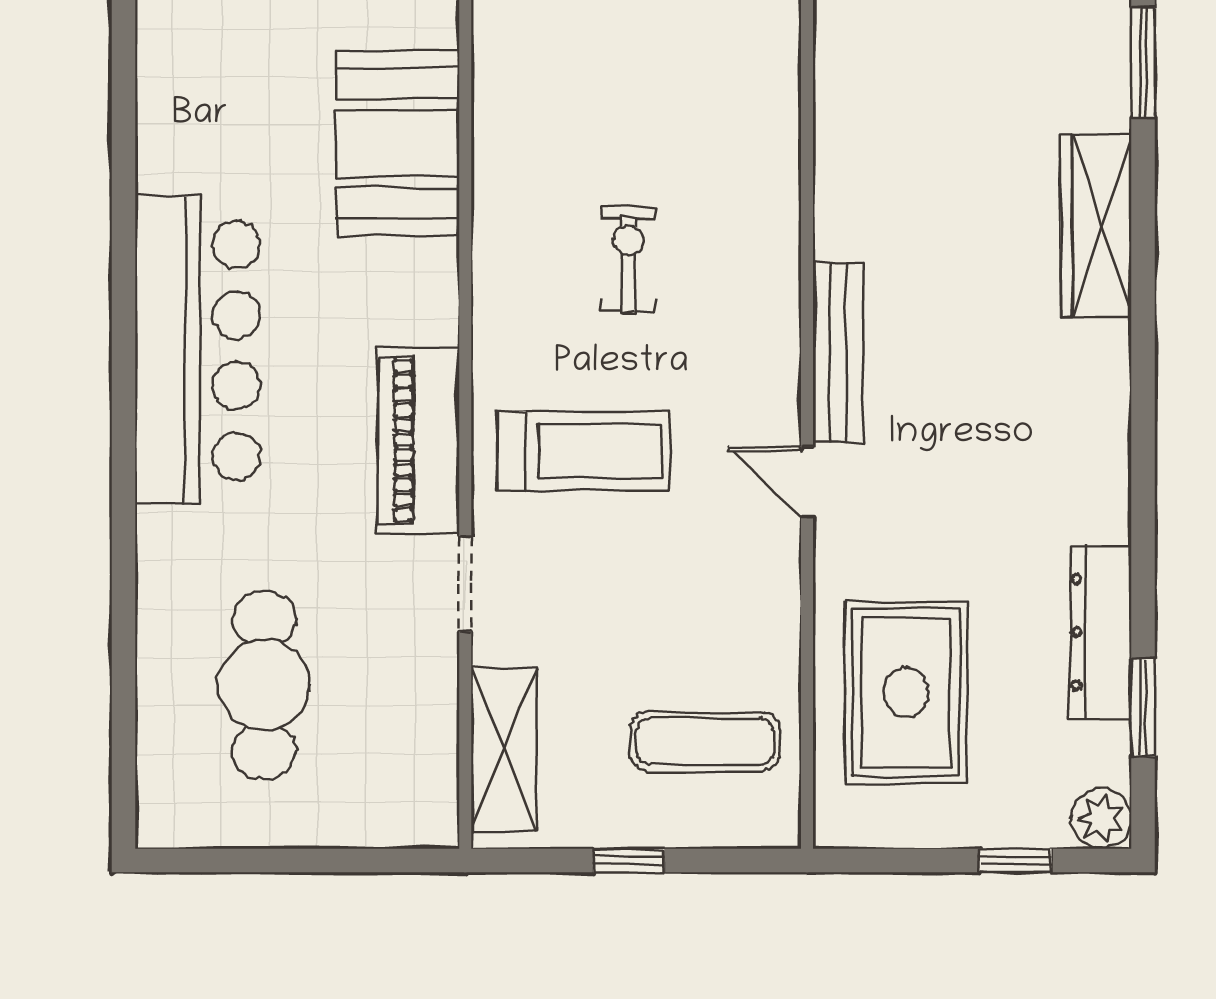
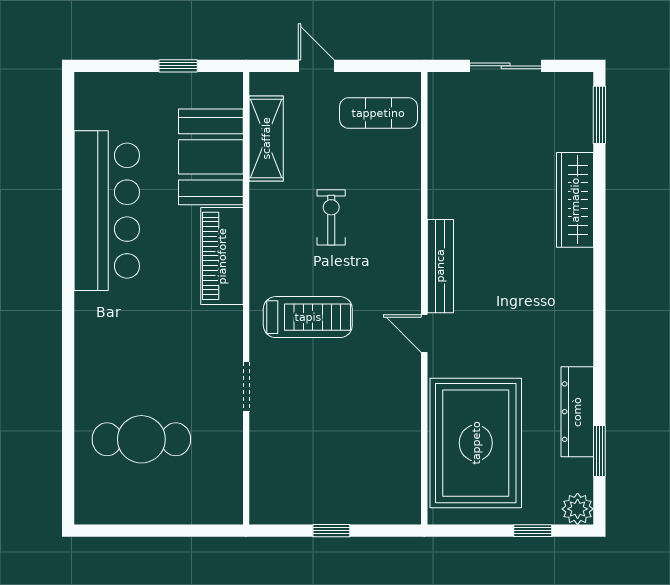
bar counter: (198, 350) -> (107, 211), moved
piano: (419, 440) -> (222, 256), moved
cafe table: (264, 685) -> (141, 439), turned 90
rug: (906, 692) -> (476, 443), width x1.37, depth x1.44
exercise mat: (705, 742) -> (378, 113), moved
shelving: (504, 750) -> (266, 138), moved

